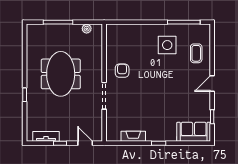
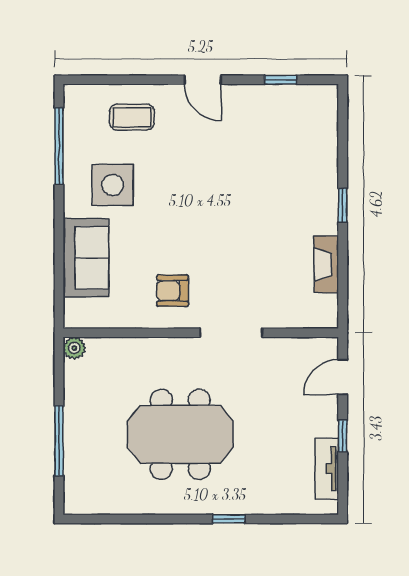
plant: (87, 29) -> (74, 348), moved
sofa: (194, 132) -> (86, 258), moved, turned 180

